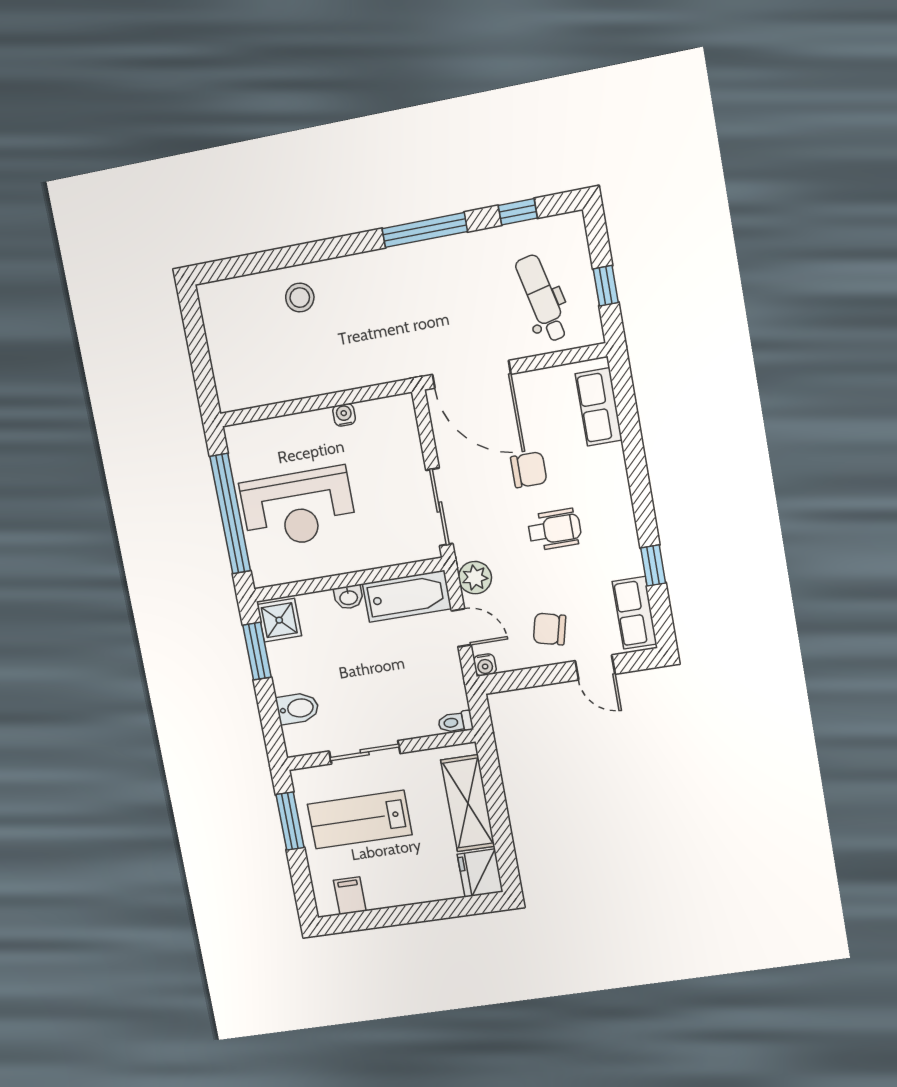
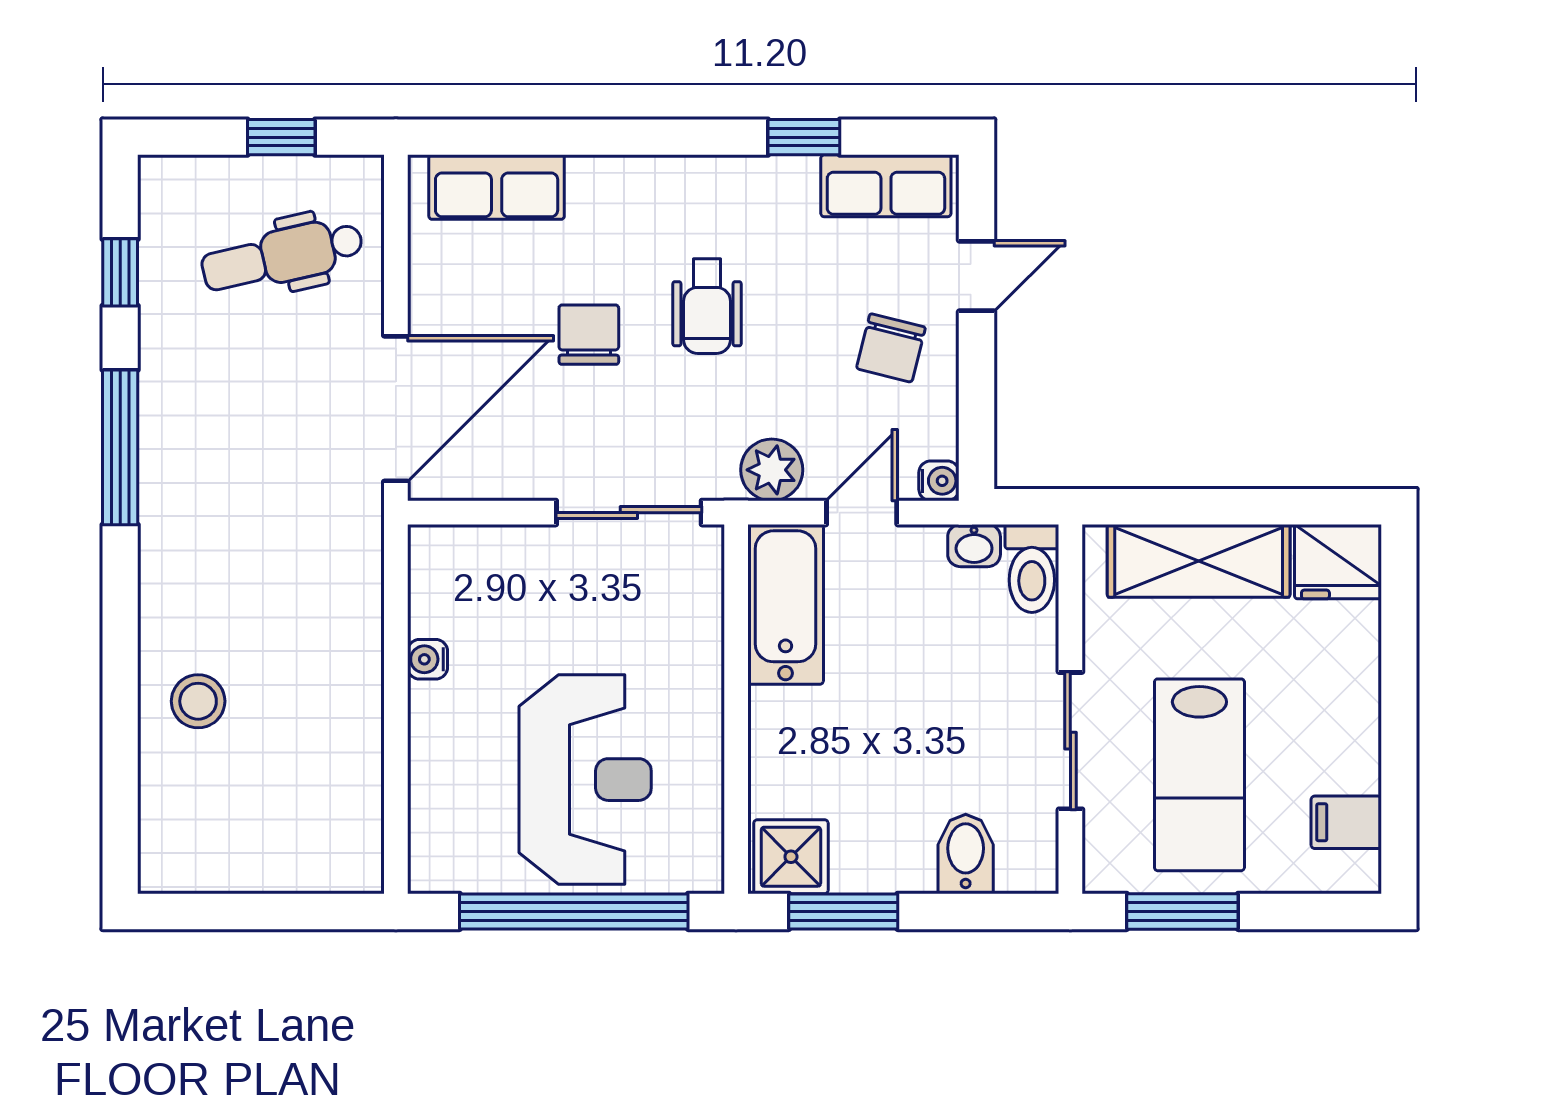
wheelchair: (555, 529) -> (707, 306), turned 180
washbasin: (349, 597) -> (974, 546), moved, turned 90
toilet: (455, 722) -> (1032, 568), width x1.37, depth x1.39

